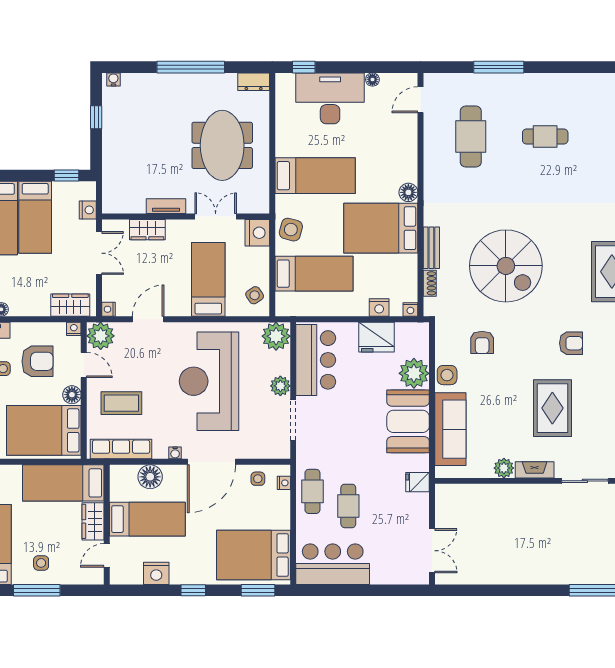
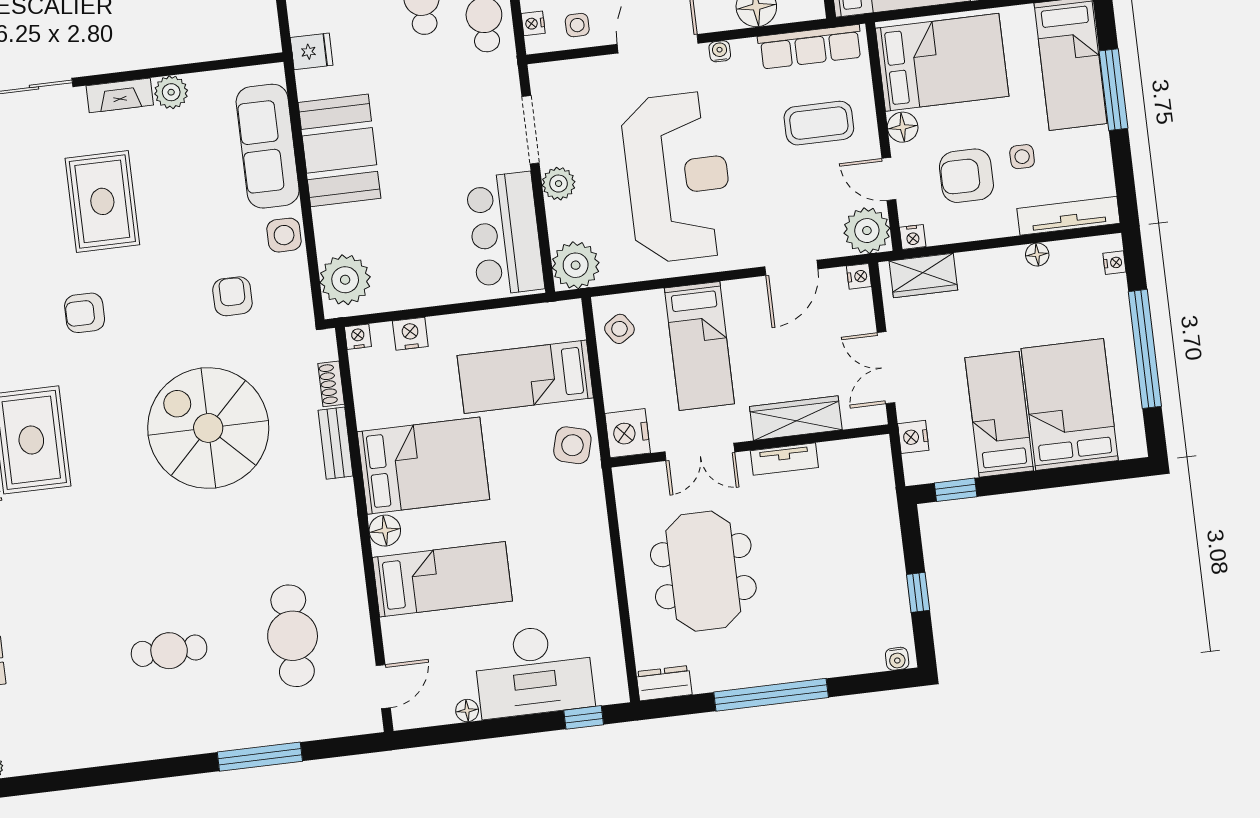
bed: (315, 176) -> (442, 579), moved, turned 180
wardrobe: (147, 230) -> (796, 418), width x1.50
fridge: (376, 337) -> (409, 284), removed
plant: (414, 373) -> (345, 280), moved

